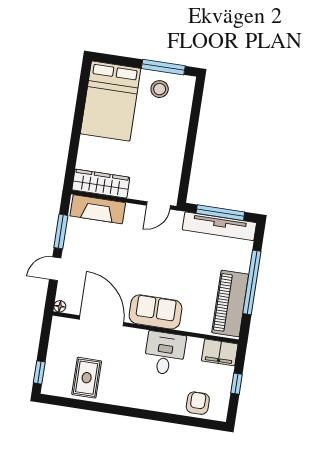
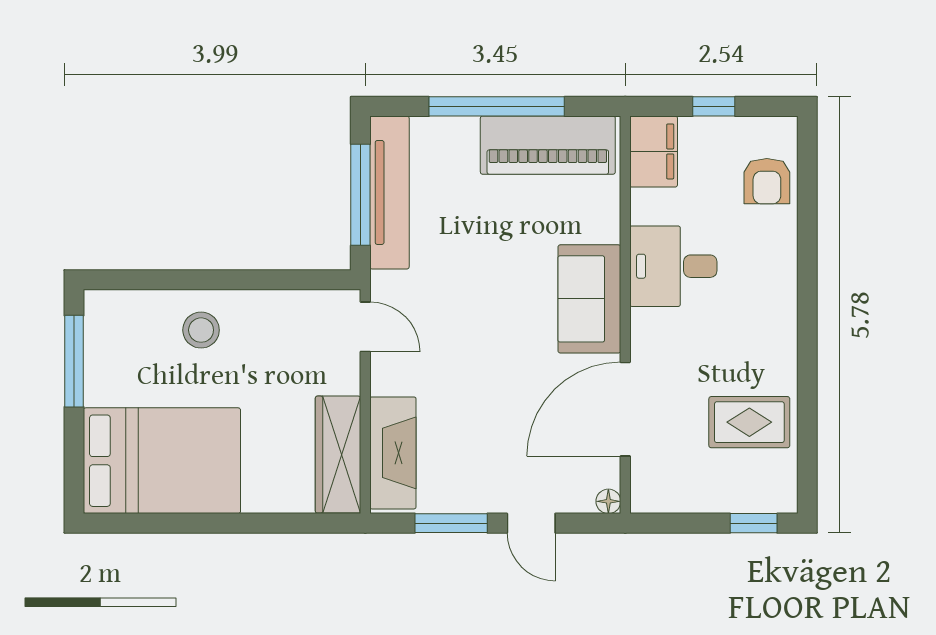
stool: (160, 89) -> (201, 330), moved
armchair: (198, 403) -> (767, 181), turned -90

